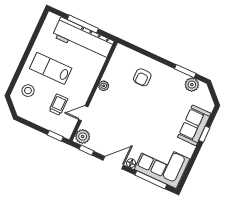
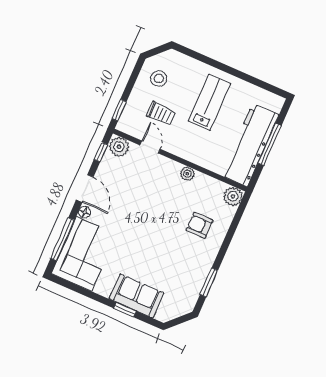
plant: (192, 85) -> (233, 196), moved
stool: (28, 91) -> (159, 78), moved

